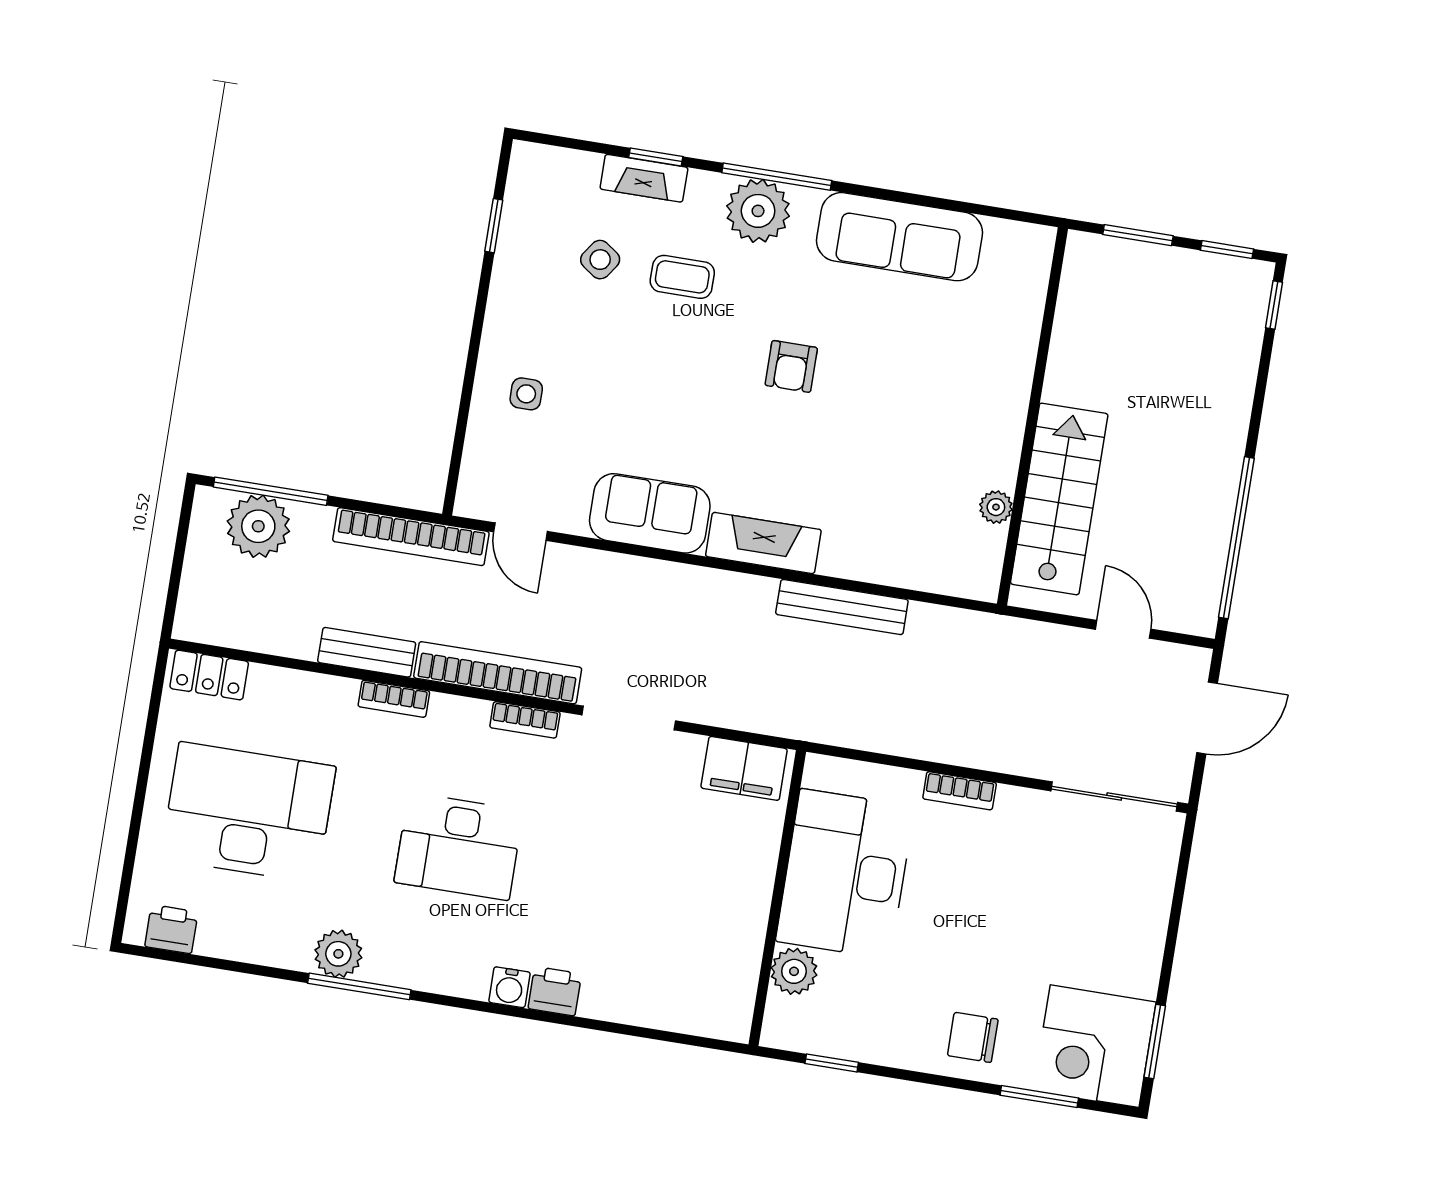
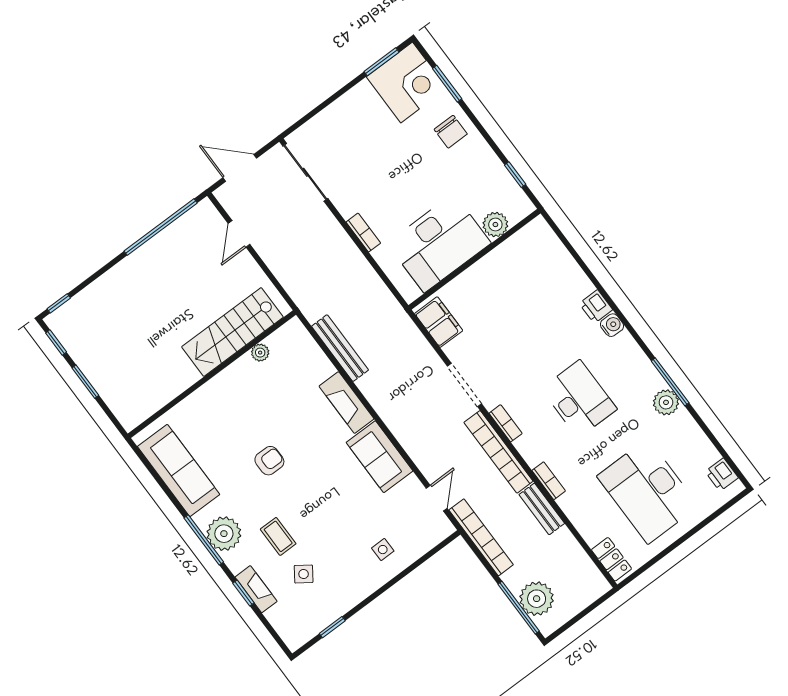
wall: (1032, 416) -> (212, 374), moved
stairs: (1059, 499) -> (232, 332), moved
plant: (996, 507) -> (260, 353), moved

